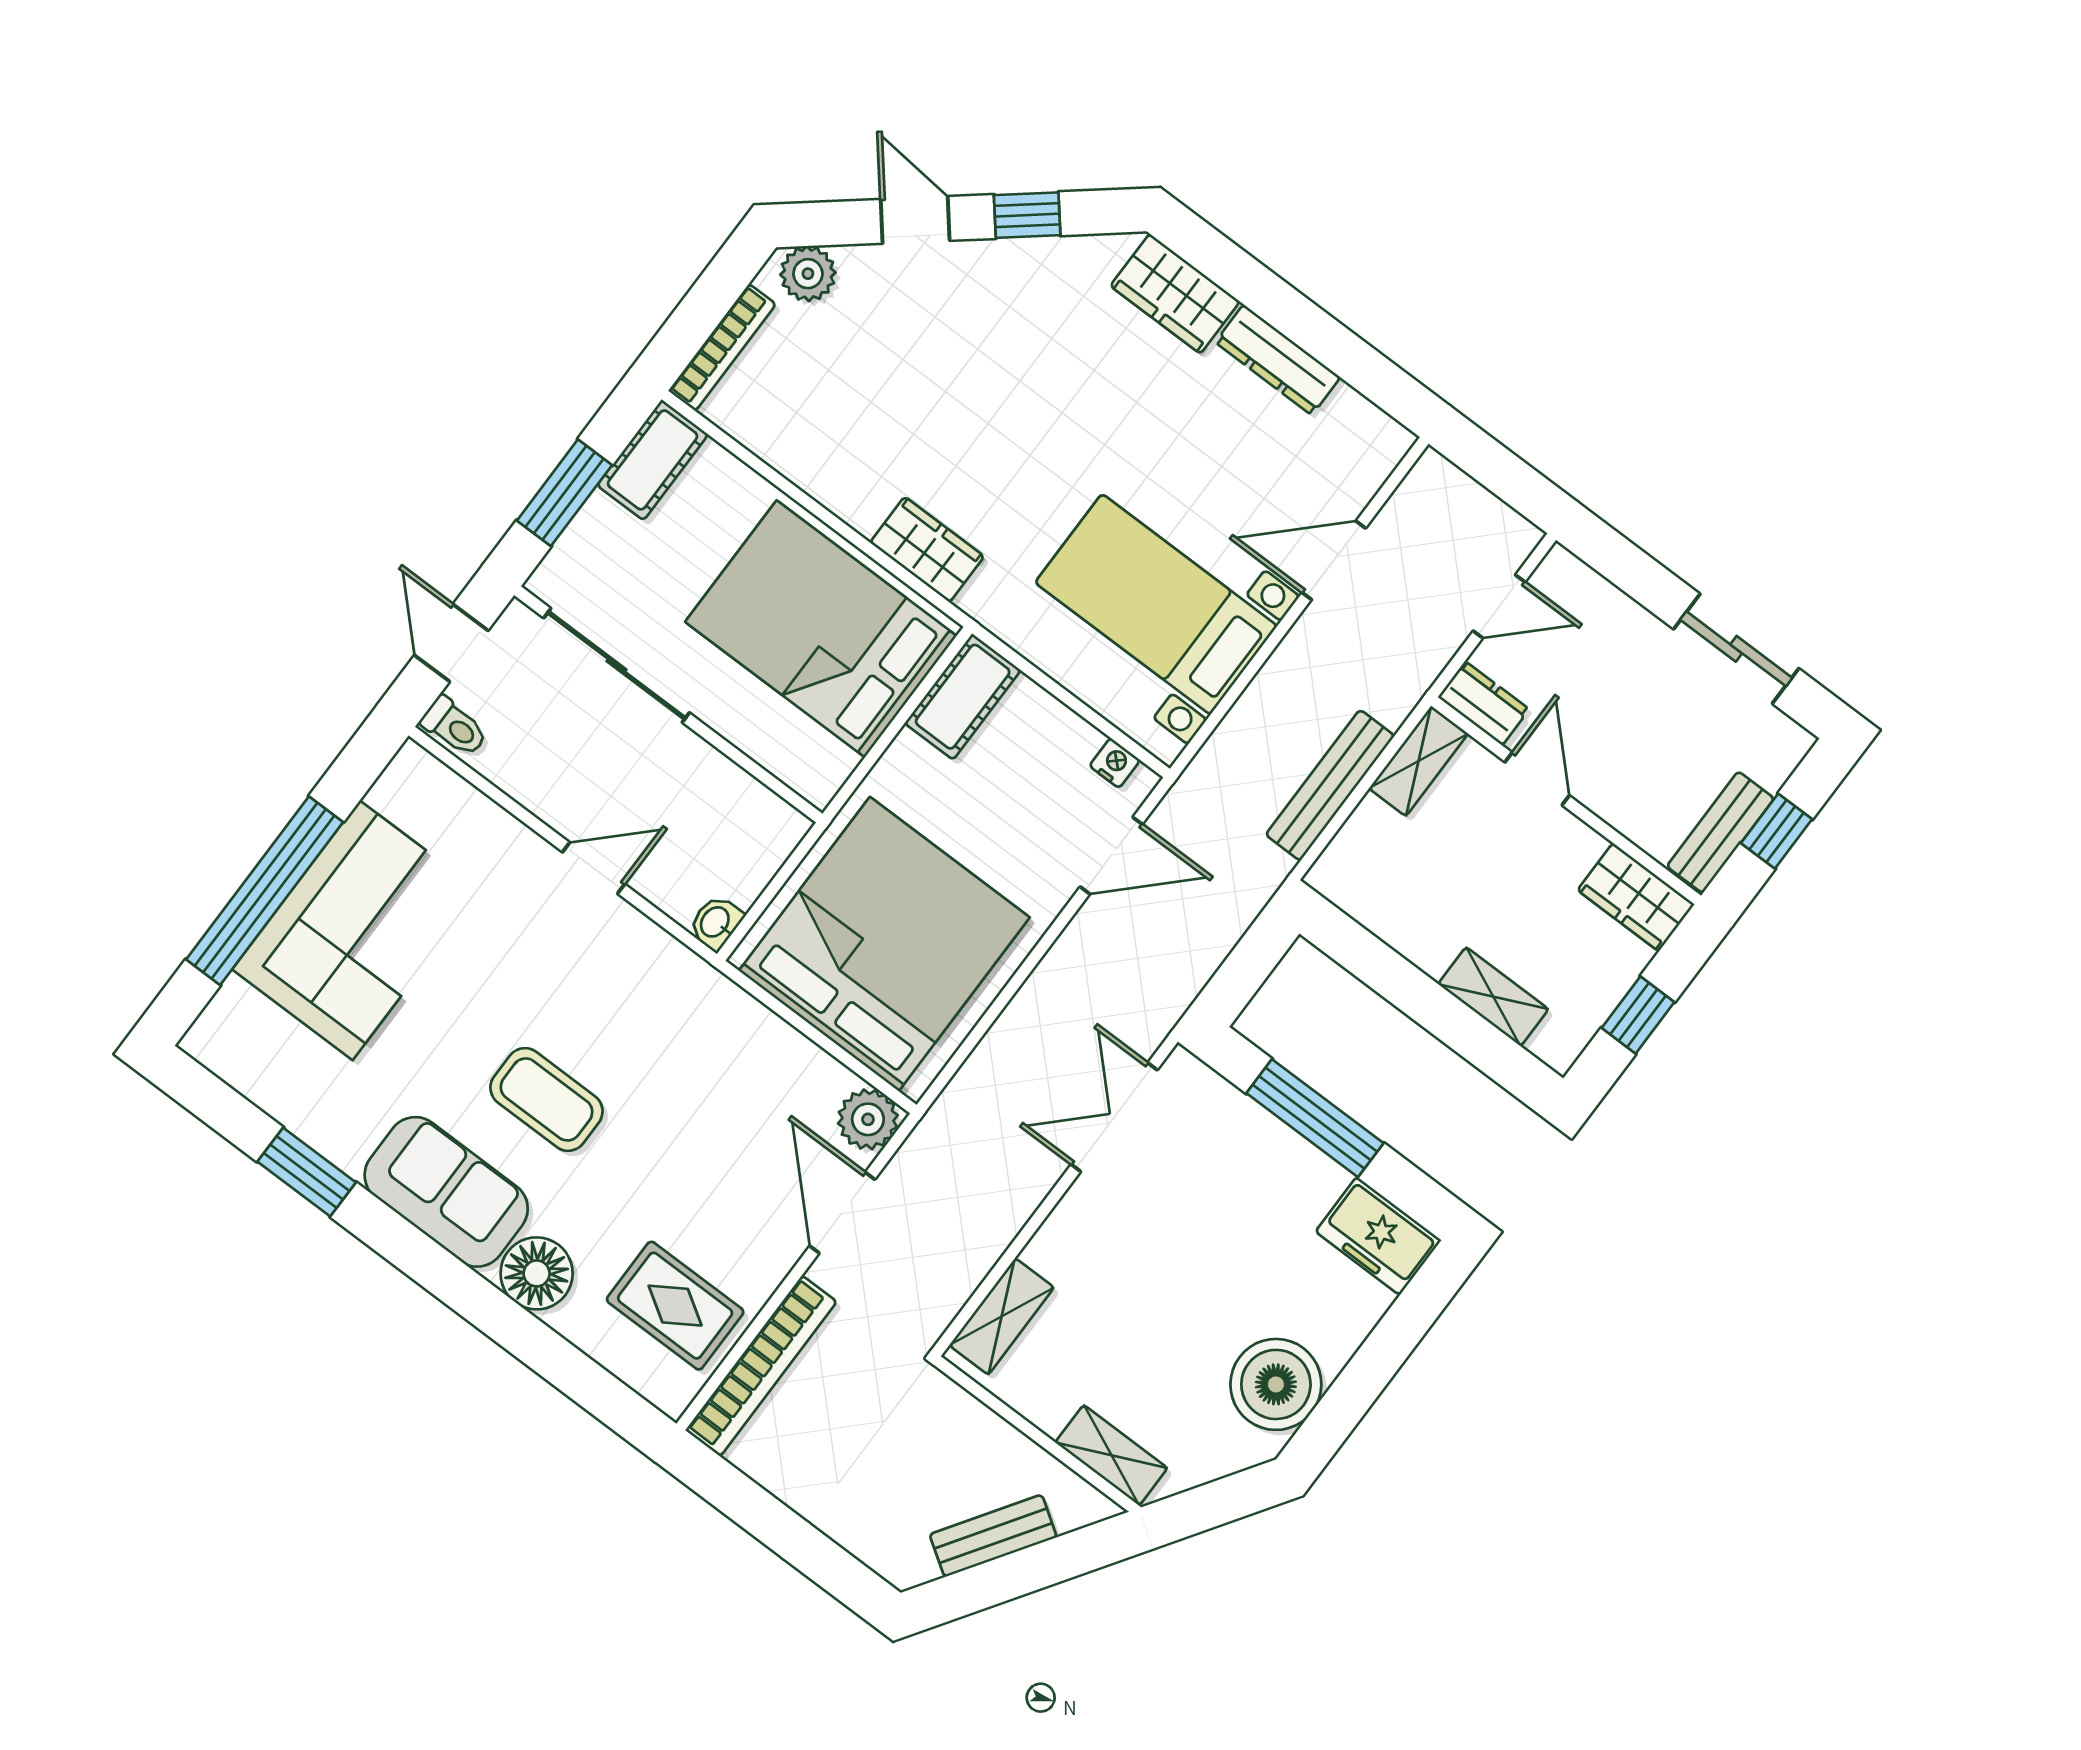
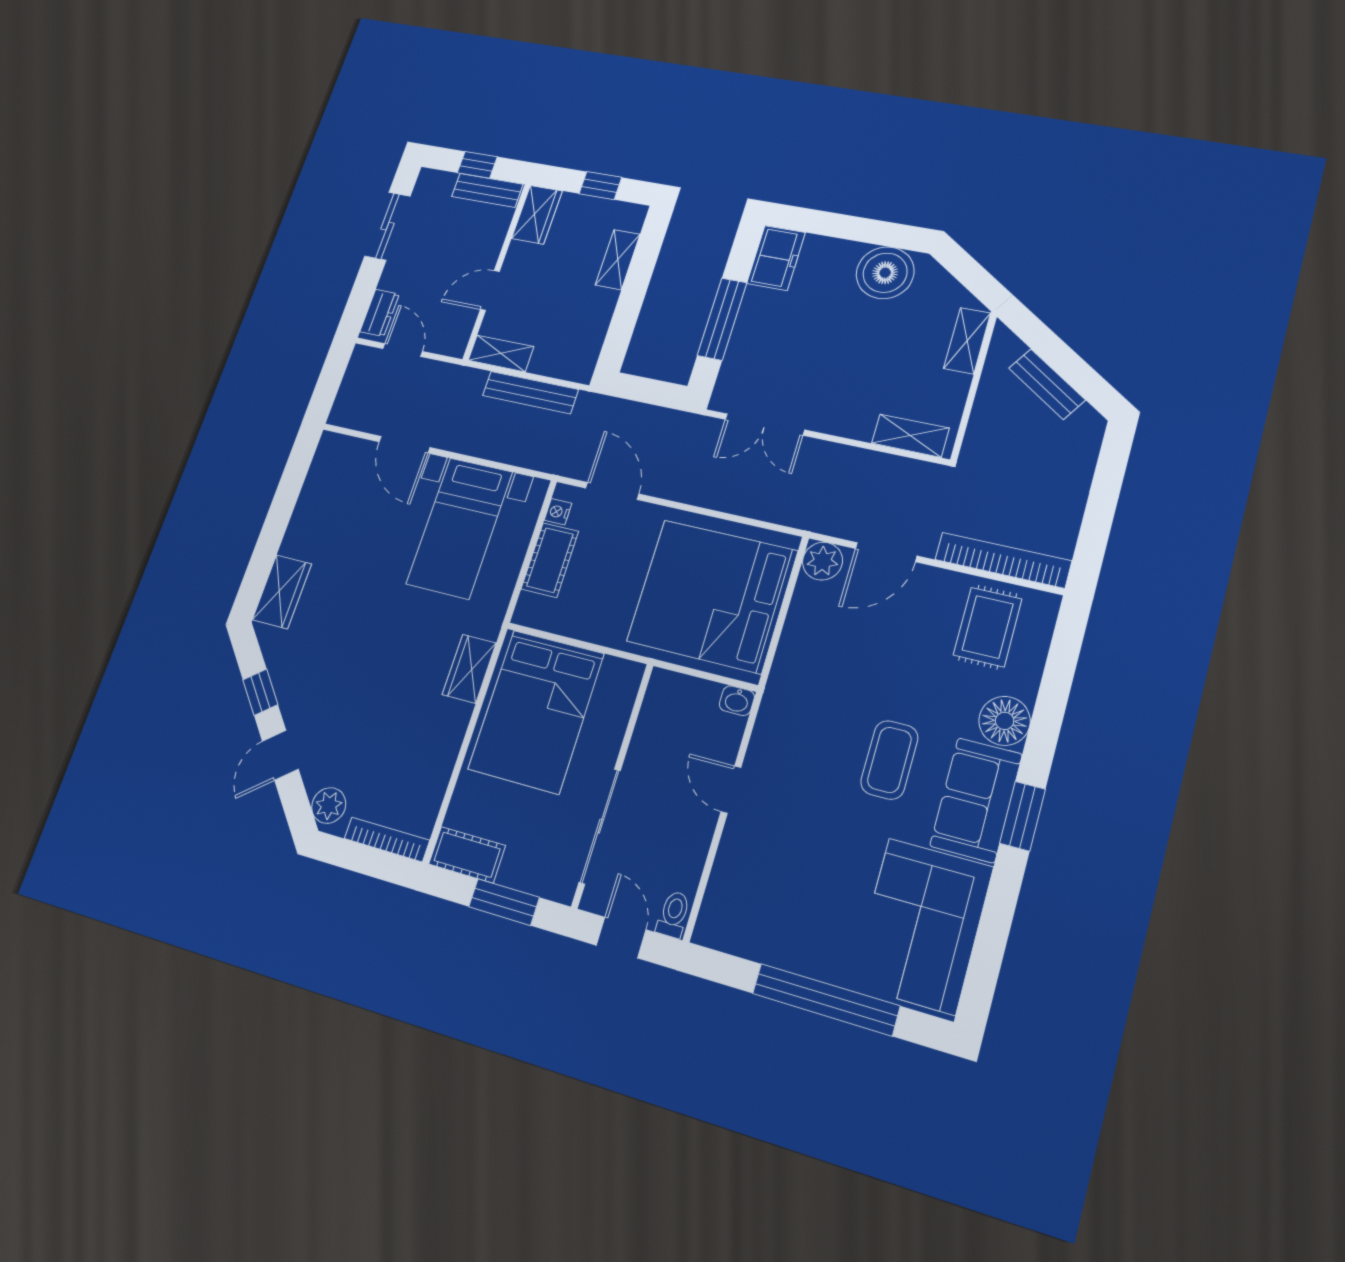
dresser: (1278, 360) -> (303, 521), removed
door: (451, 643) -> (621, 937), swing flipped
cot: (963, 697) -> (550, 560), moved, turned 90
dresser: (1484, 703) -> (380, 313), moved, turned 180
corner sofa: (356, 930) -> (922, 926), moved, turned -90
window: (307, 1172) -> (1023, 816), moved

